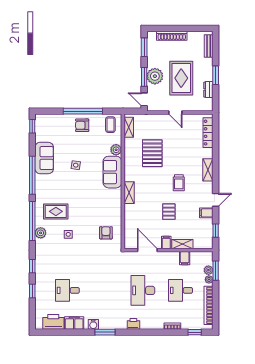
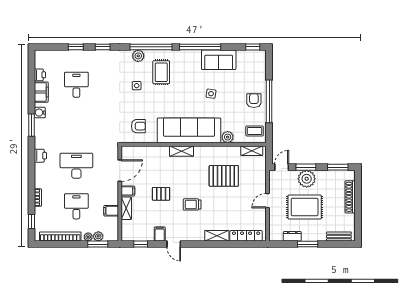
shelving: (208, 170) -> (217, 236), moved
sofa: (112, 172) -> (189, 130), width x1.85, depth x1.27
printer: (53, 322) -> (40, 75), width x0.53, depth x0.68

